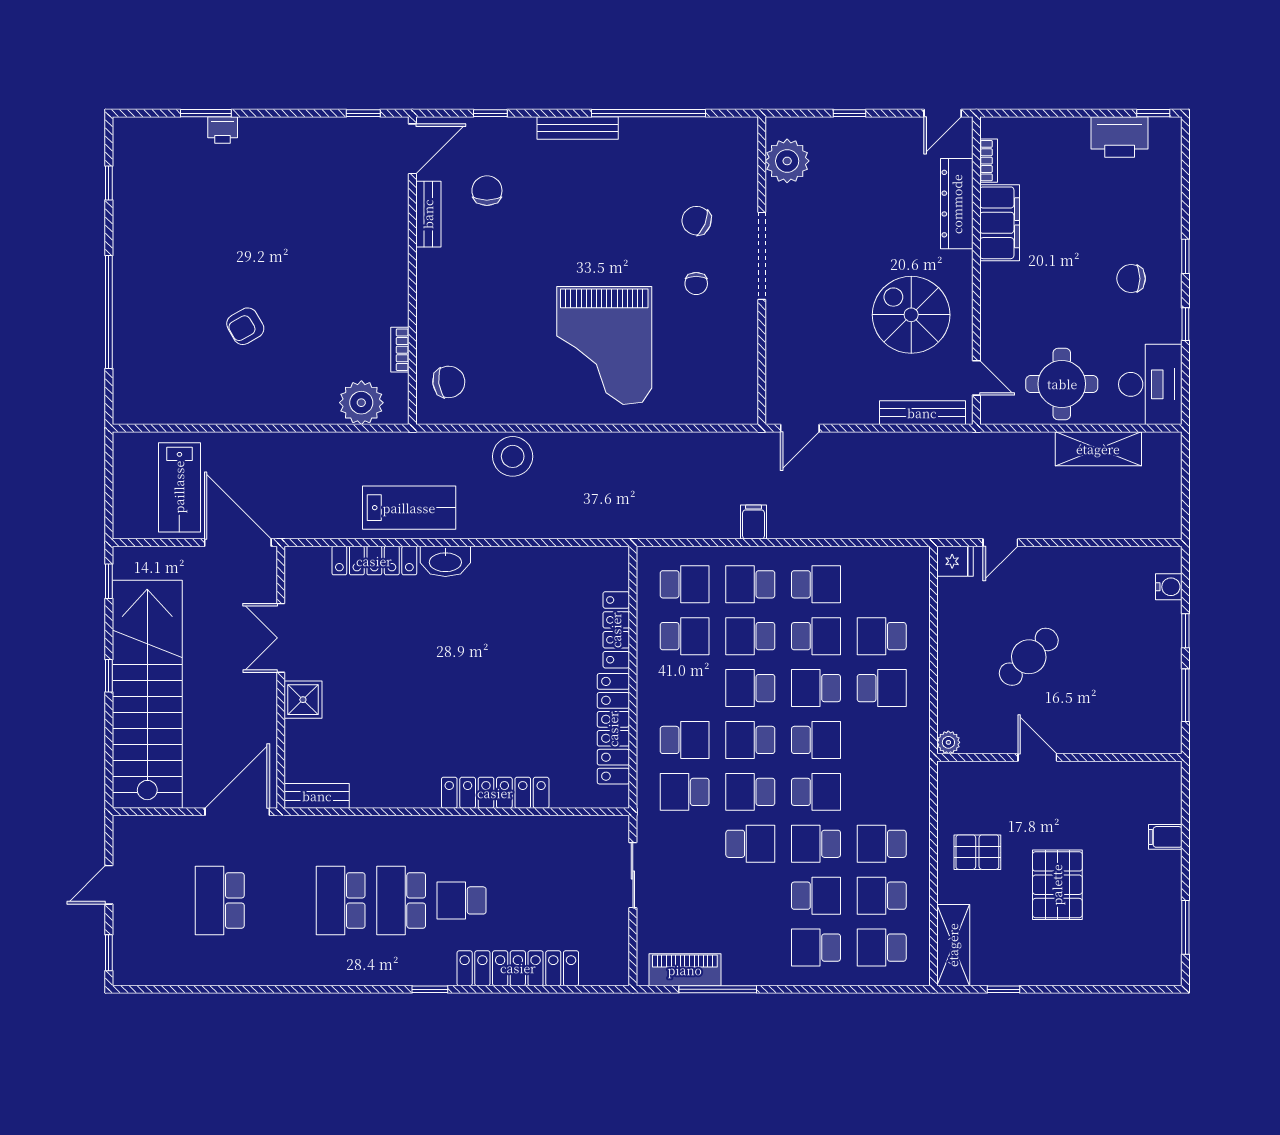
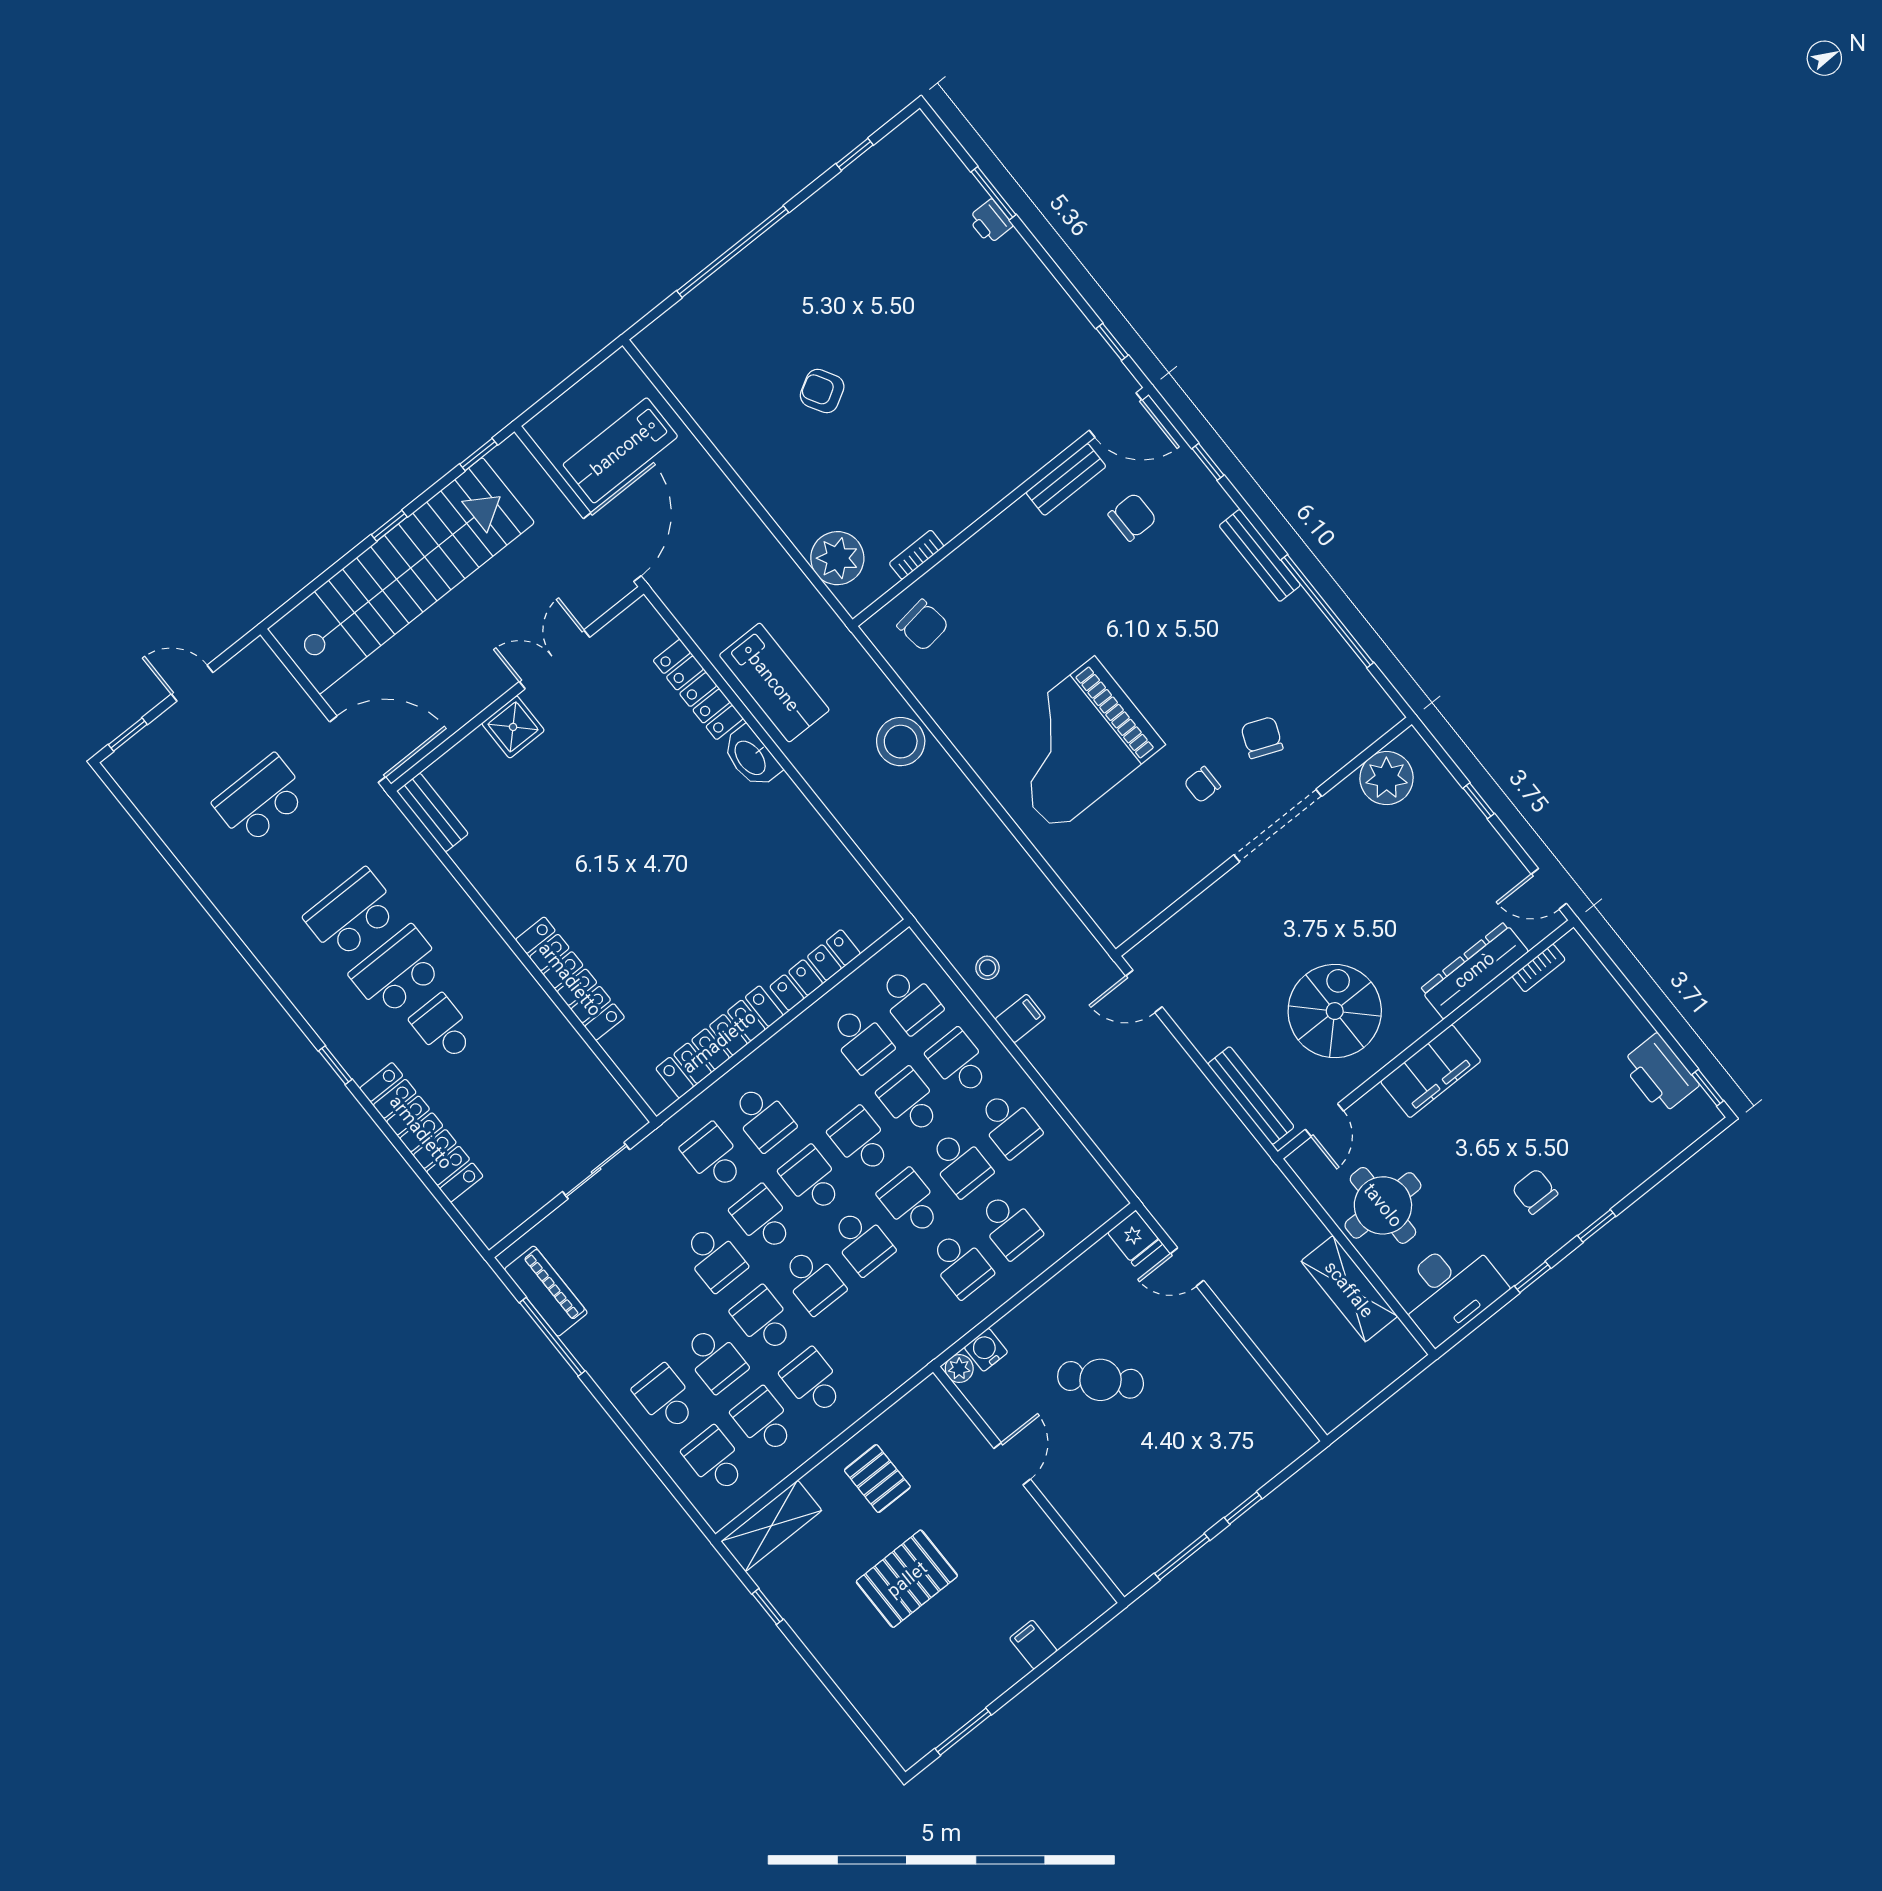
filing cabinet: (1000, 223) -> (1431, 1071), moved
stool: (704, 517) -> (987, 968), added
water cooler: (1169, 587) -> (986, 1350), moved, turned 180
school desk: (882, 636) -> (1009, 1225), turned 180

